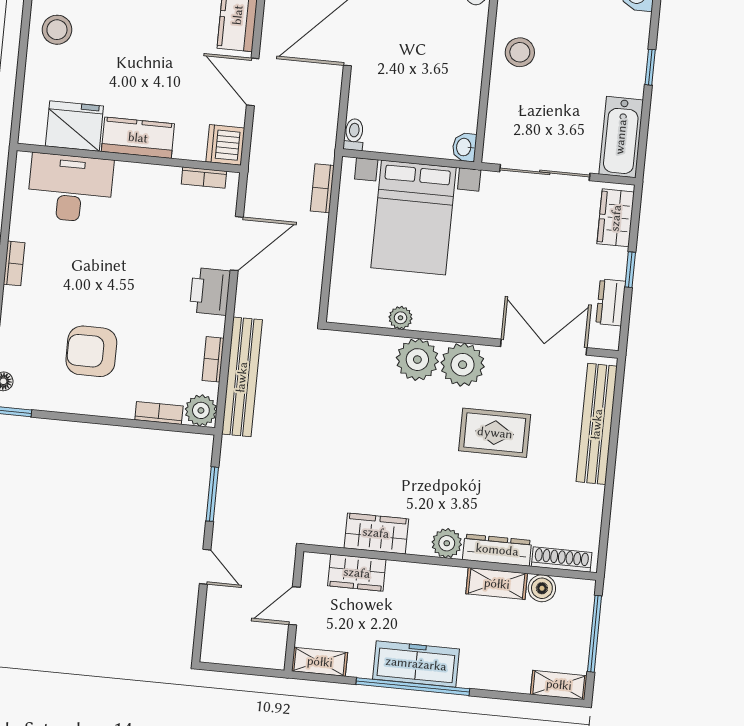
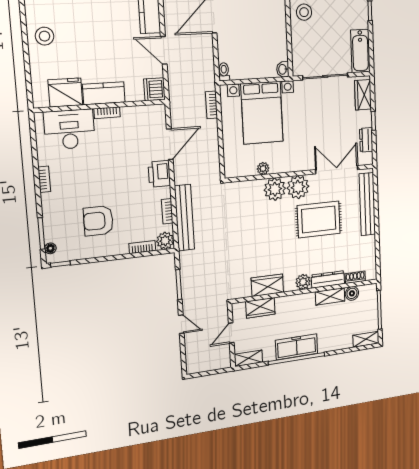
bookcase: (204, 178) -> (107, 113), moved
rug: (495, 433) -> (319, 219), width x1.36, depth x1.43
shoe rack: (562, 559) -> (355, 277), width x0.70

